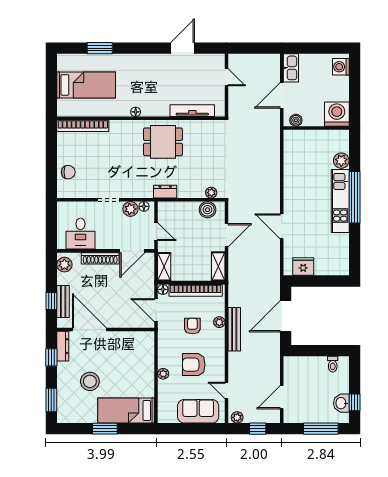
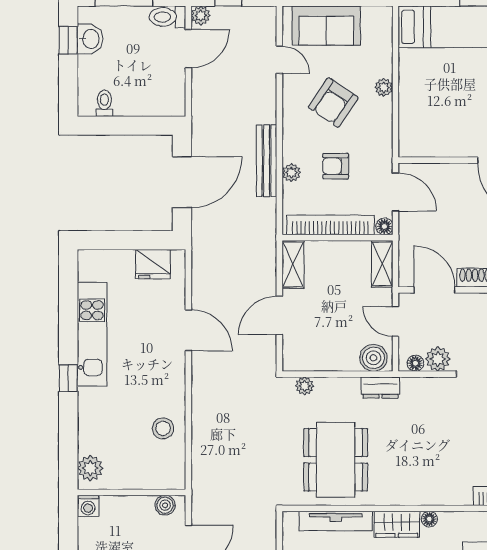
wardrobe: (155, 109) -> (397, 524), added
washing machine: (337, 114) -> (88, 506), width x0.53, depth x0.53
dining table: (163, 142) -> (336, 460), moved, width x1.38
plant: (341, 161) -> (90, 468), moved
stool: (297, 167) -> (163, 428), added
window: (355, 197) -> (68, 378), width x0.32
kitchen unit: (340, 201) -> (92, 334), moved
boiler: (207, 210) -> (373, 358), moved
door: (132, 251) -> (435, 290), hinge flipped
armchair: (192, 326) -> (336, 166), turned 90
armchair: (194, 365) -> (333, 102), turned 124
toilet: (294, 416) -> (167, 17), added
plant: (237, 417) -> (201, 15), moved

